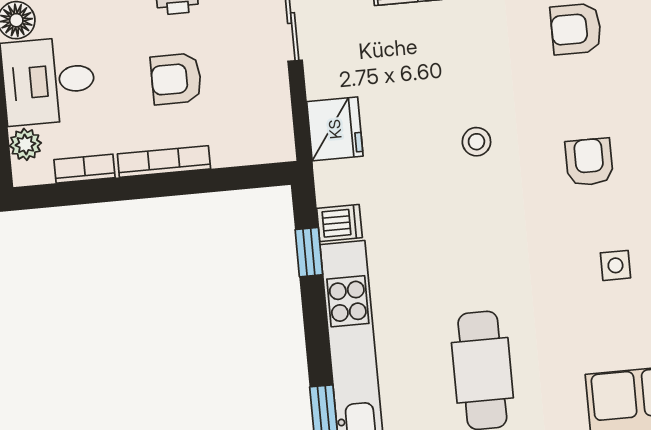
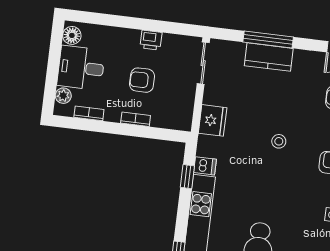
bookcase: (164, 161) -> (136, 119), width x0.64

